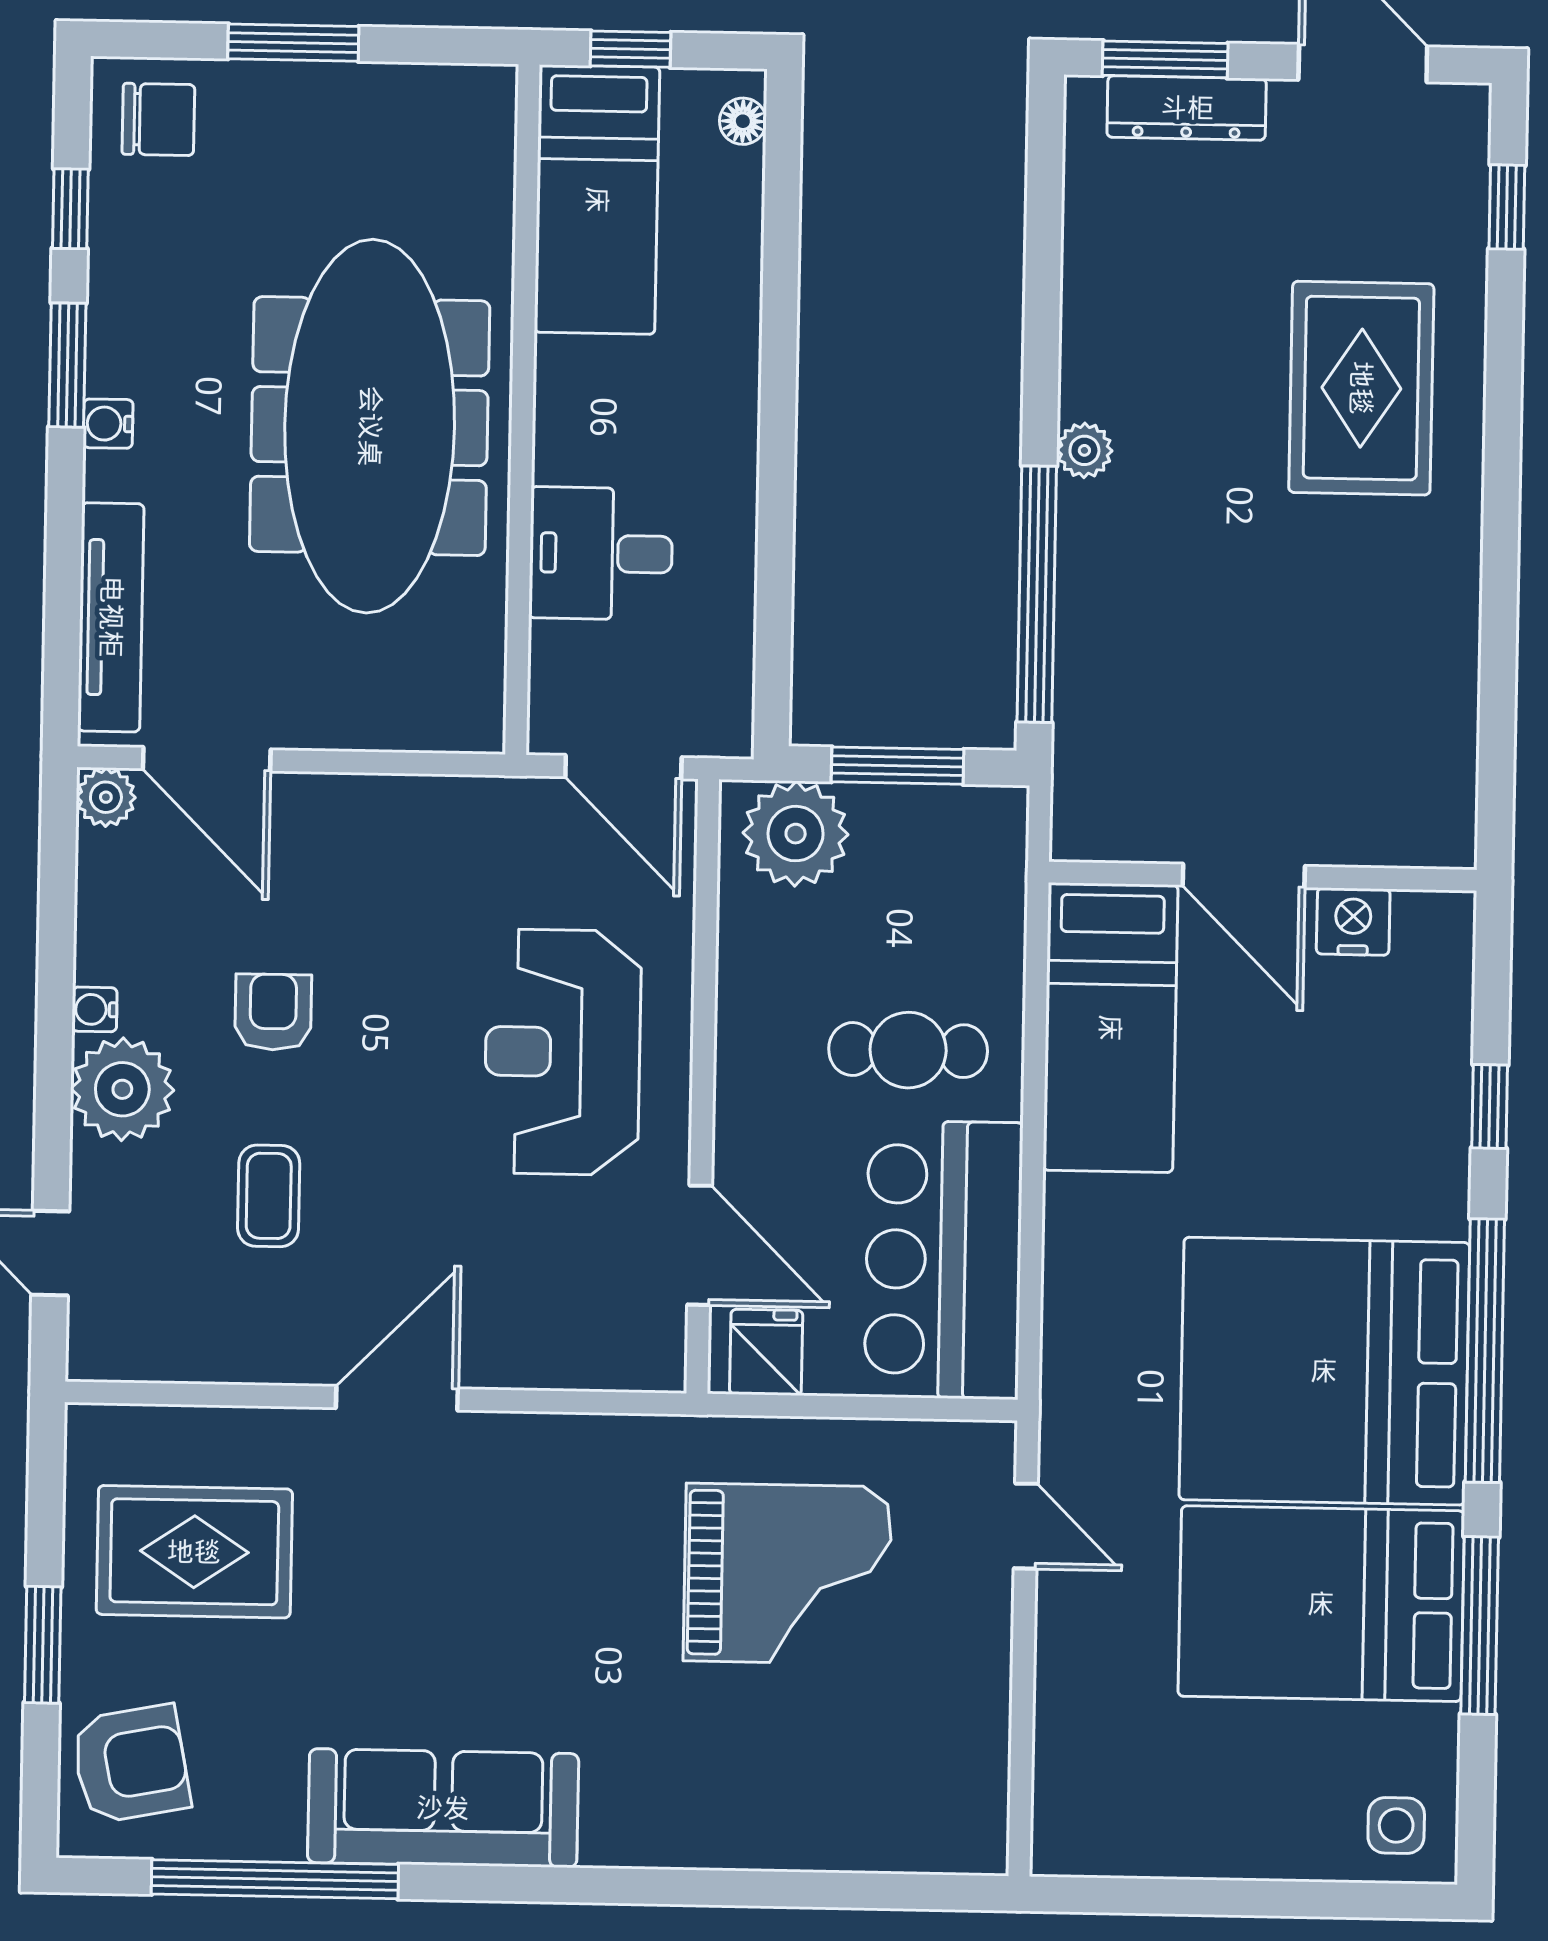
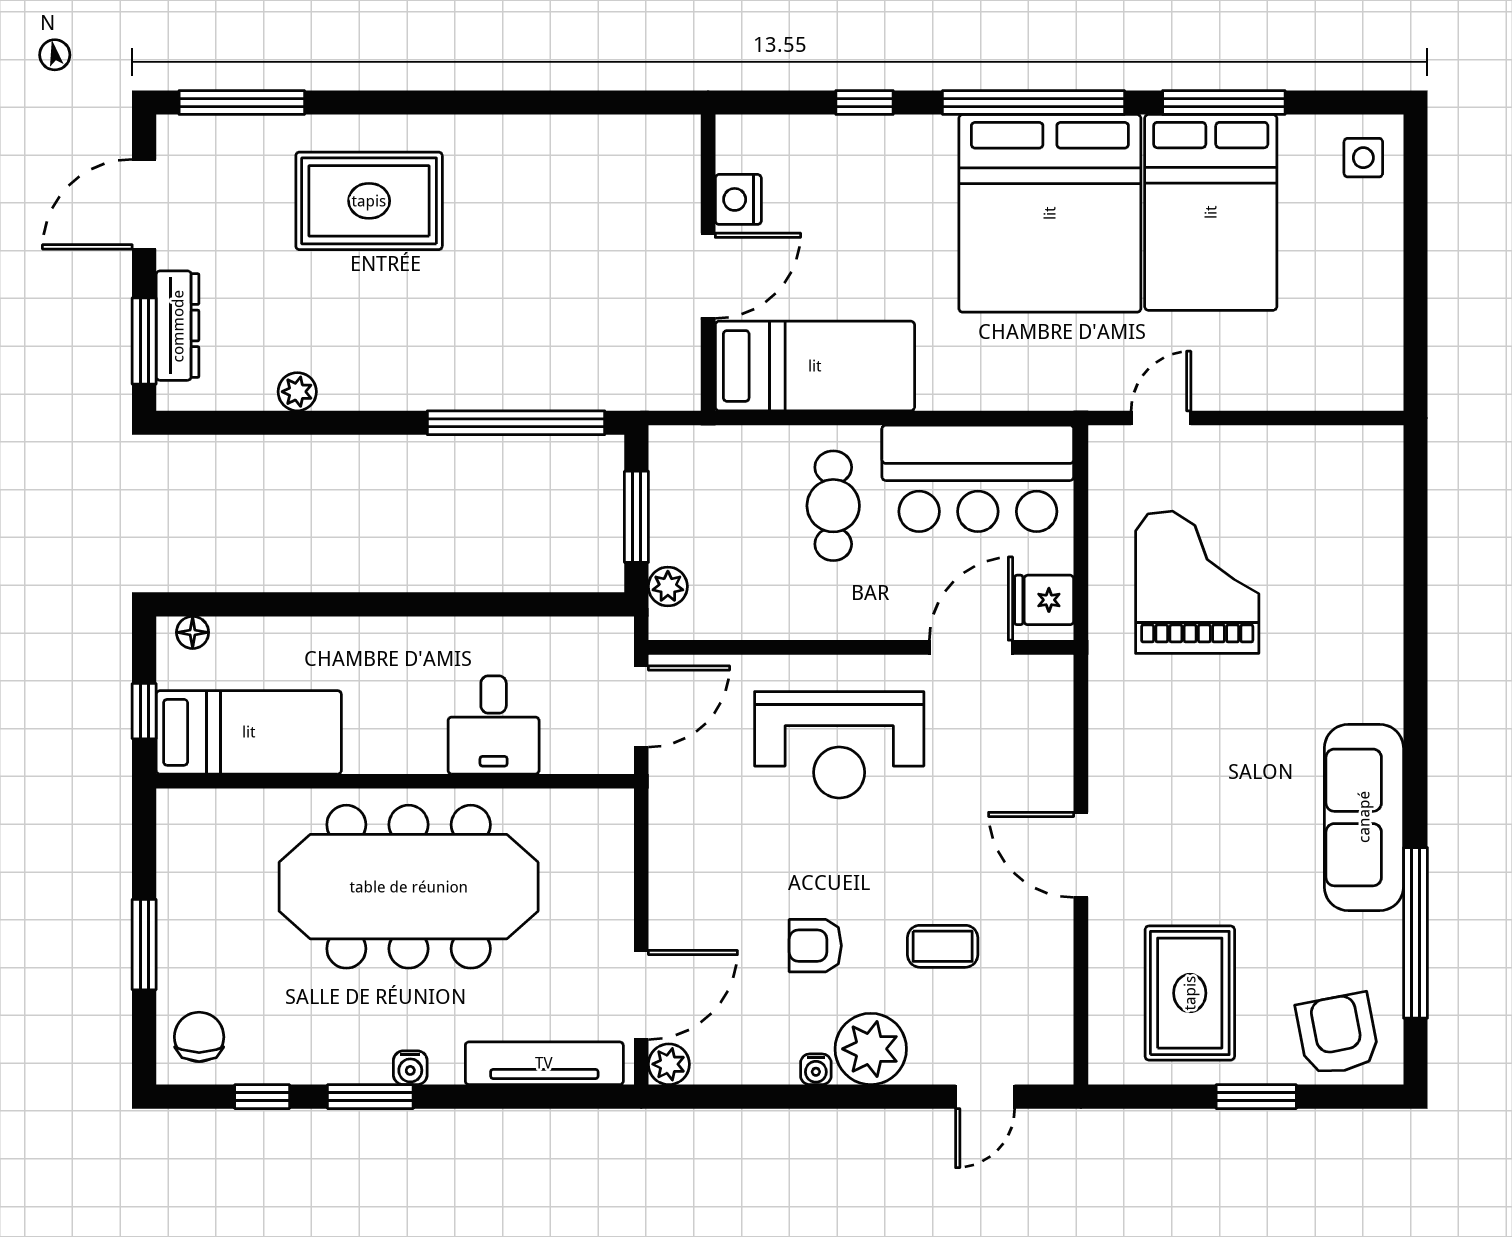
window: (1507, 207) -> (242, 103), width x2.17
plant: (1084, 450) -> (297, 392), moved
plant: (796, 834) -> (668, 586), width x0.53, depth x0.53

